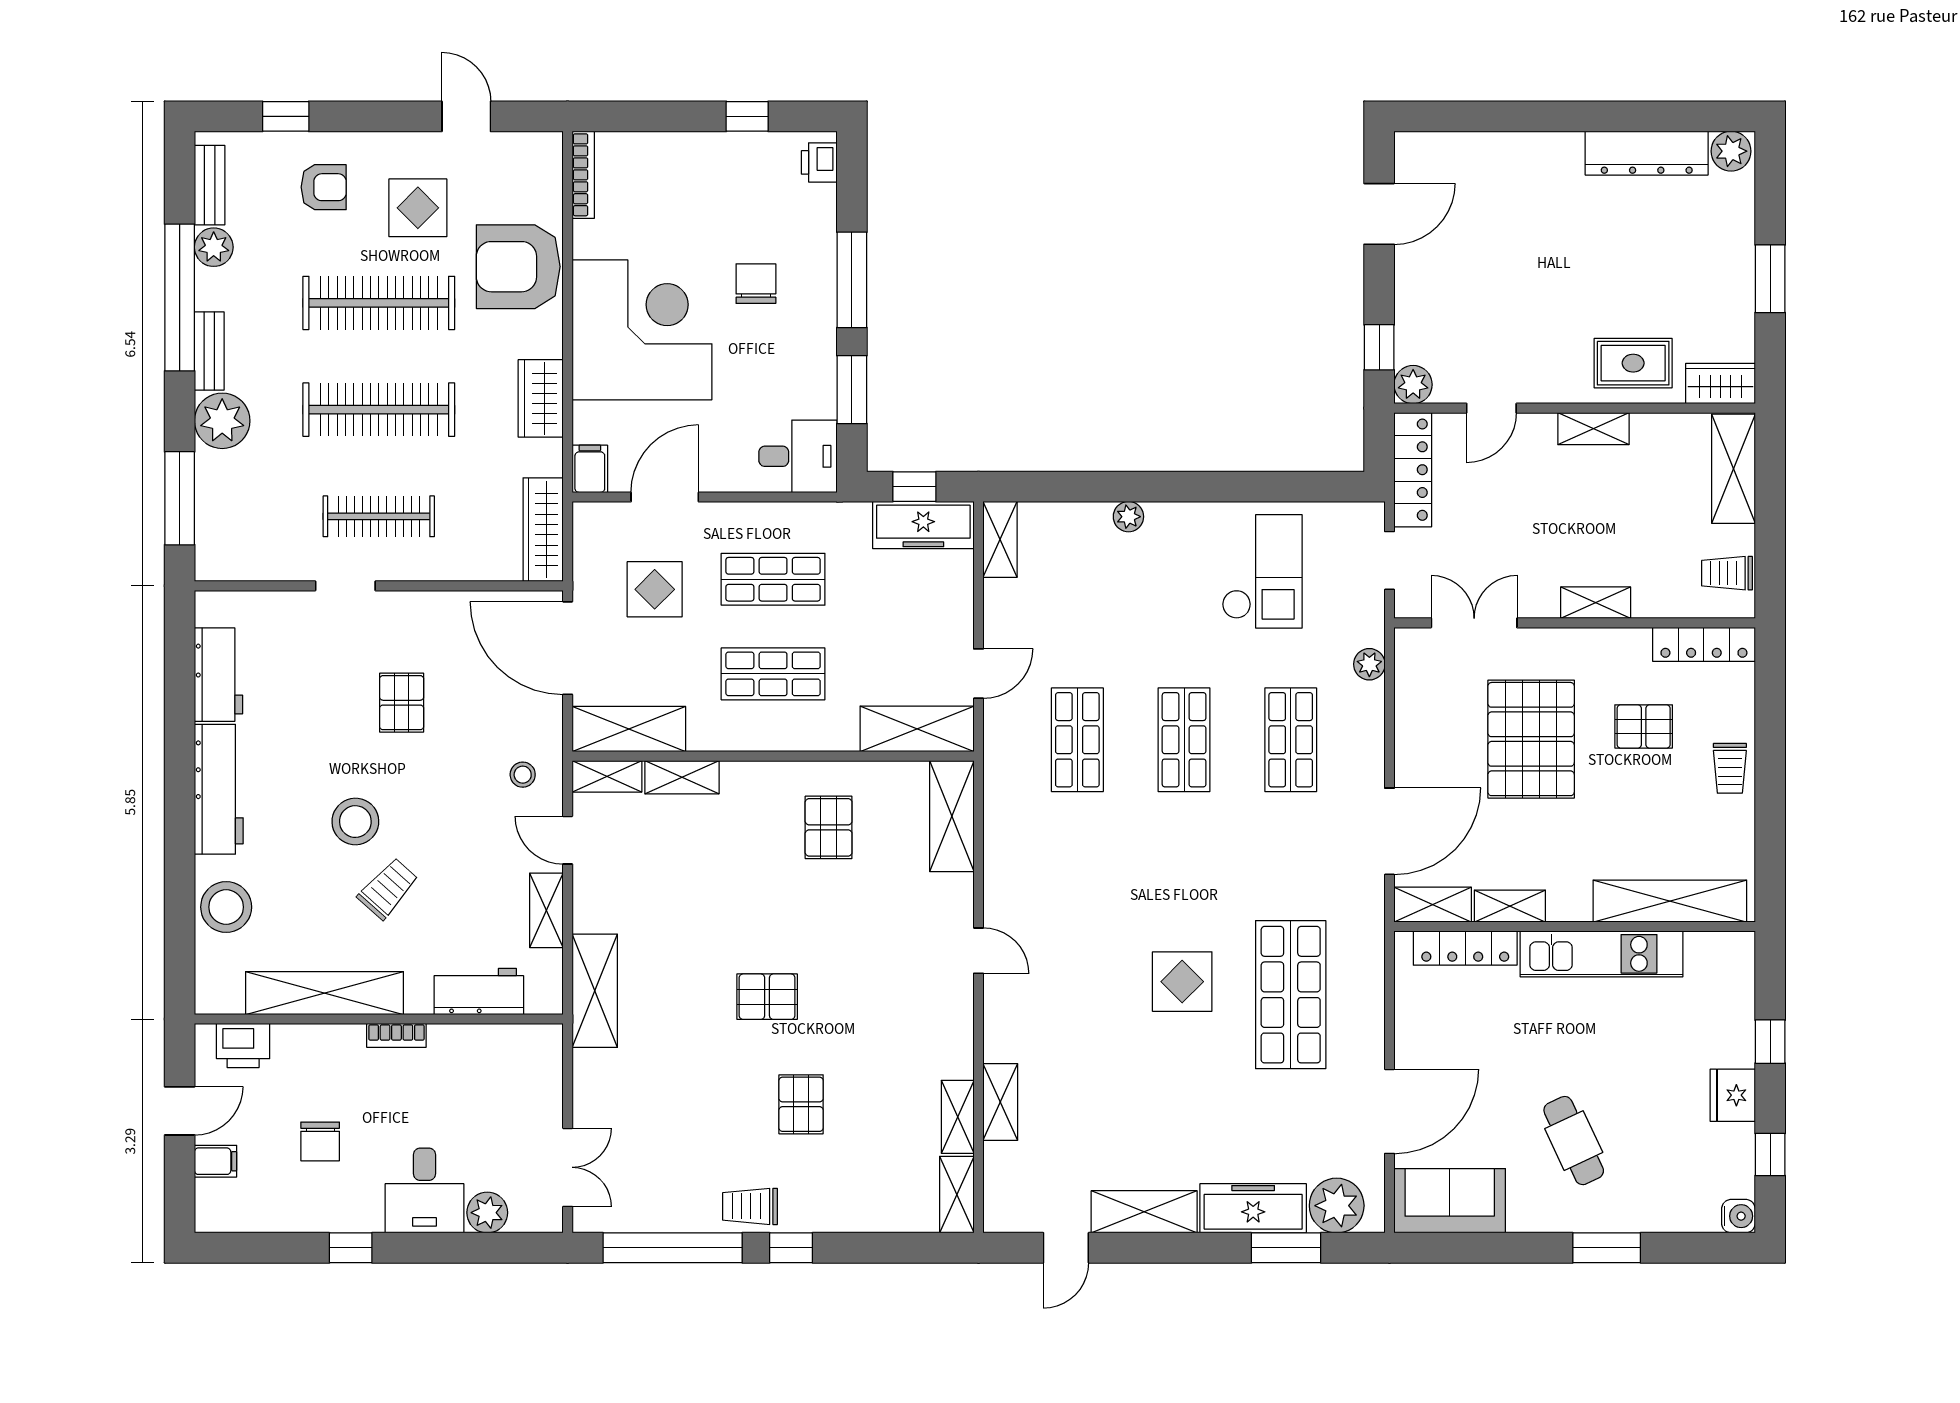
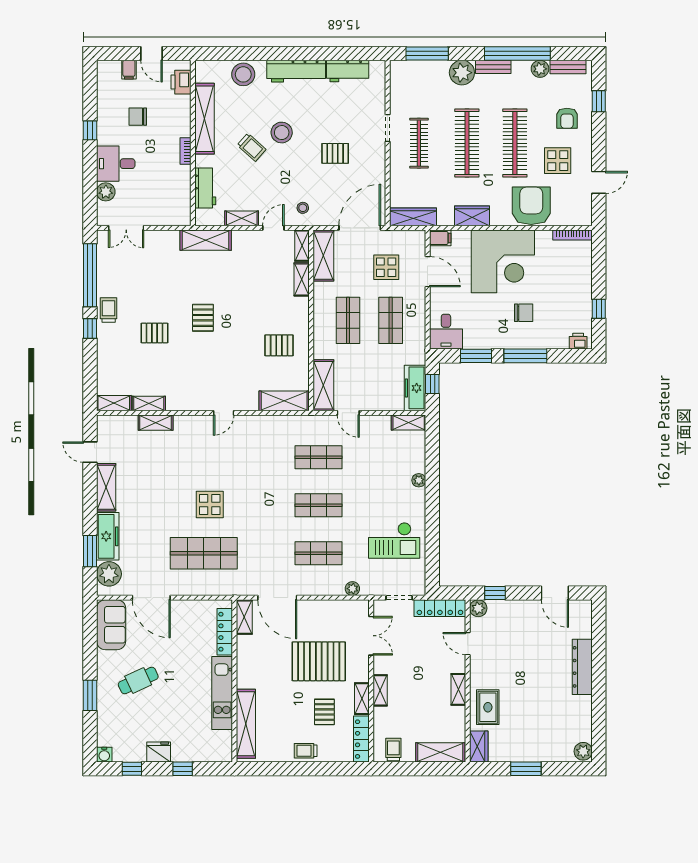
dresser: (1647, 153) -> (582, 667), moved
shelving: (1510, 906) -> (362, 699), moved

